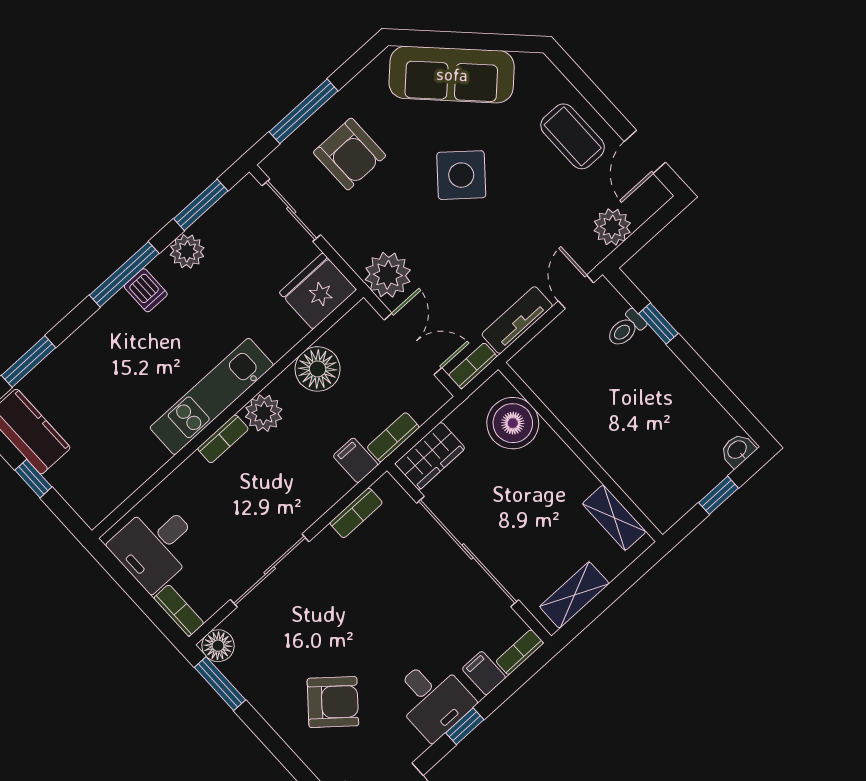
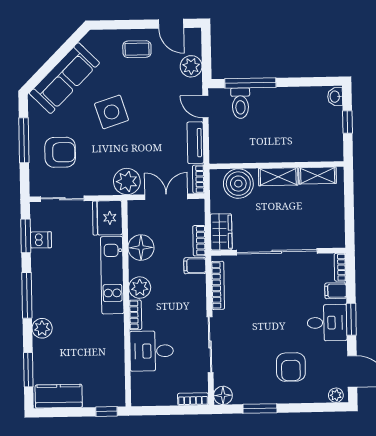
window: (303, 111) -> (24, 140), moved
coffee table: (573, 136) -> (137, 49), width x0.73, depth x0.77
side table: (461, 175) -> (112, 112), turned 32
plant: (187, 251) -> (42, 328), moved
dishwasher: (146, 290) -> (41, 240), moved
window: (658, 323) -> (250, 83), width x2.17
toilet: (626, 329) -> (240, 103), width x1.37, depth x1.39
kitchen unit: (212, 396) -> (112, 275), moved
window: (33, 479) -> (107, 411), moved
bookcase: (356, 513) -> (218, 285), width x1.56
desk: (156, 545) -> (152, 351), moved, turned 90
shelving: (574, 595) -> (278, 177), moved, turned 90
window: (220, 684) -> (260, 409), moved
armchair: (333, 702) -> (291, 367), turned 140
window: (465, 726) -> (351, 319), width x1.50

